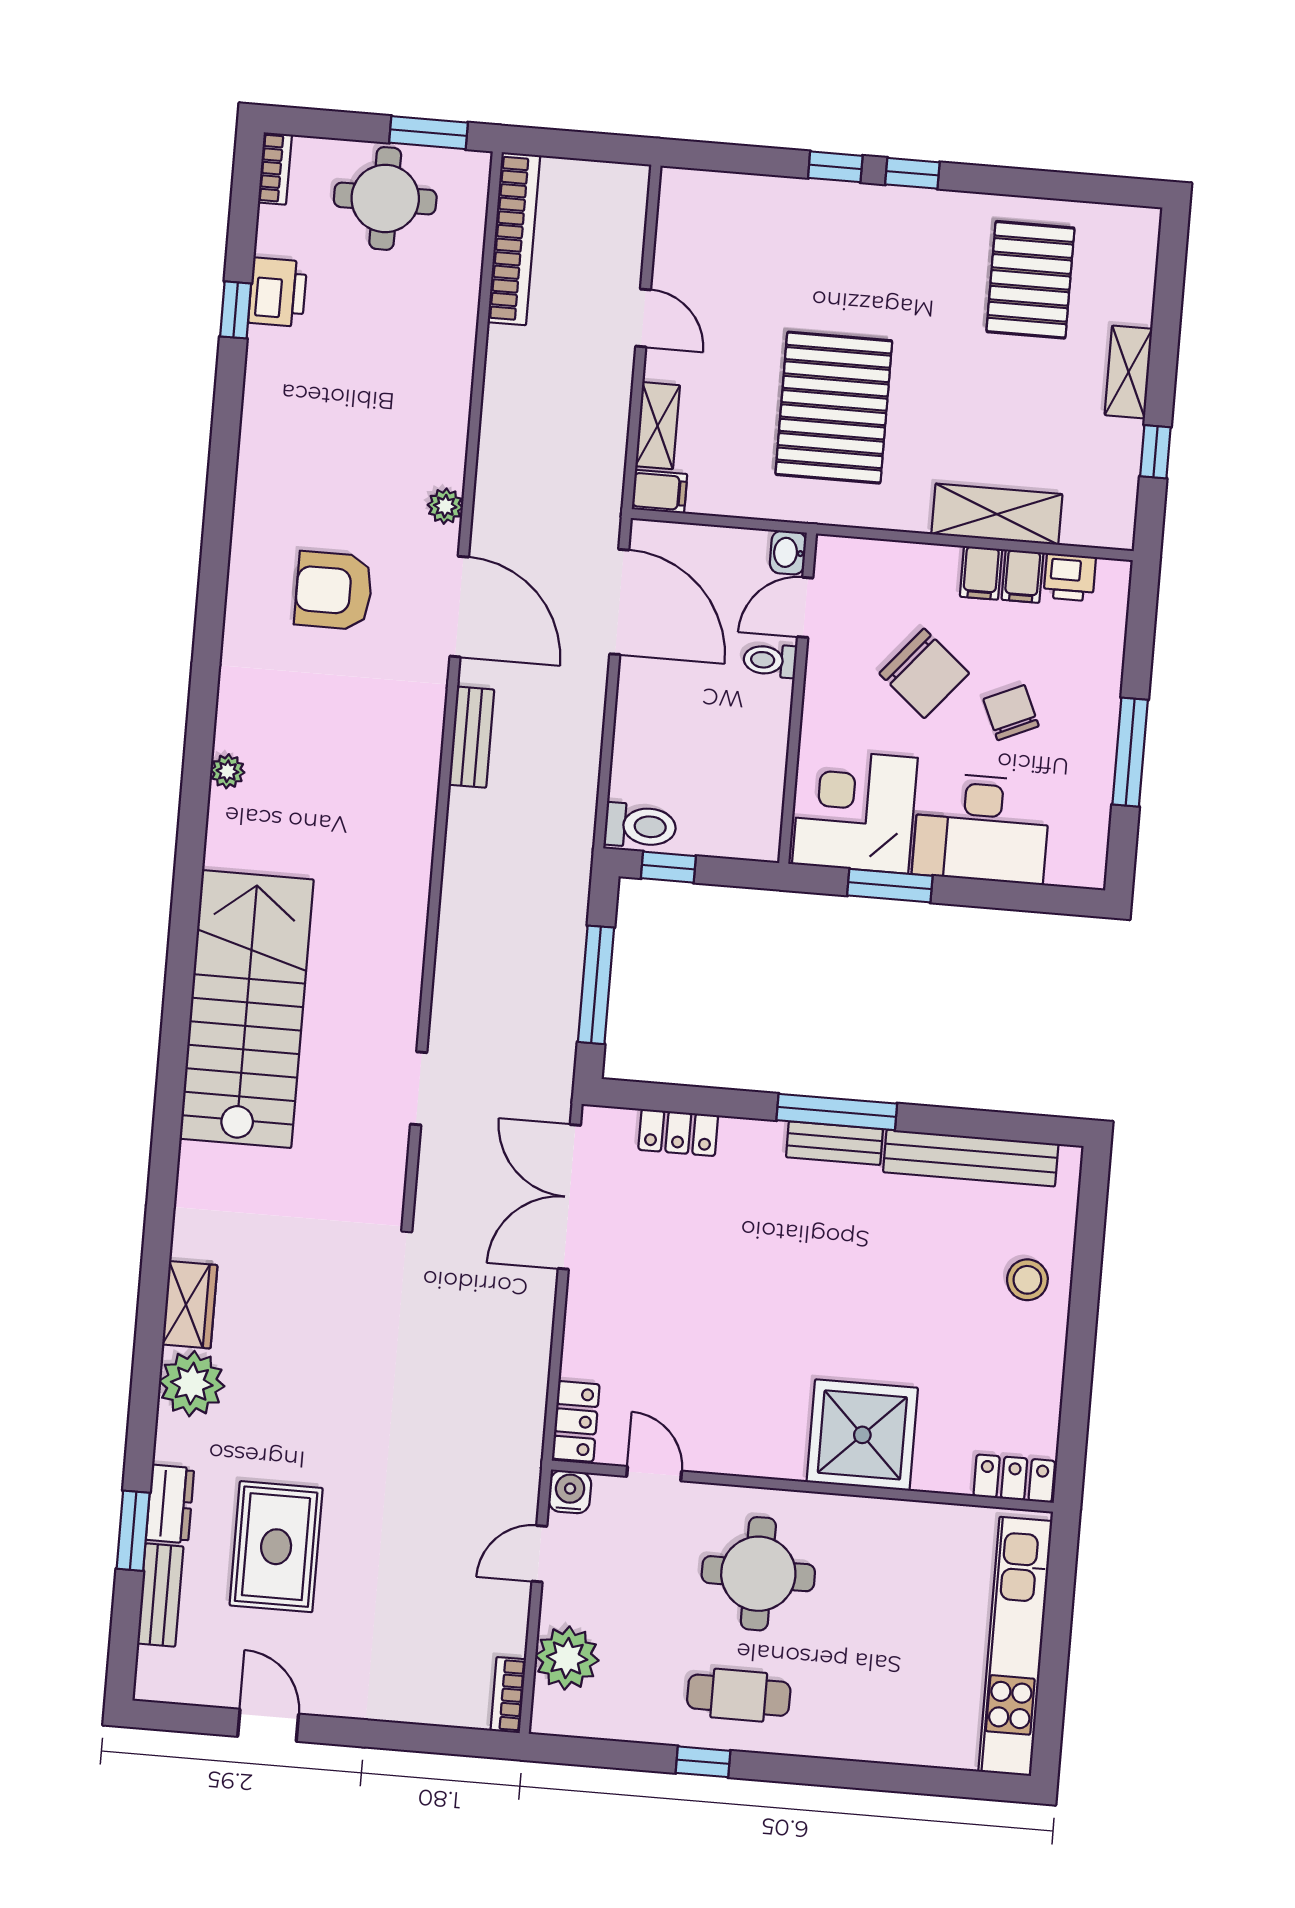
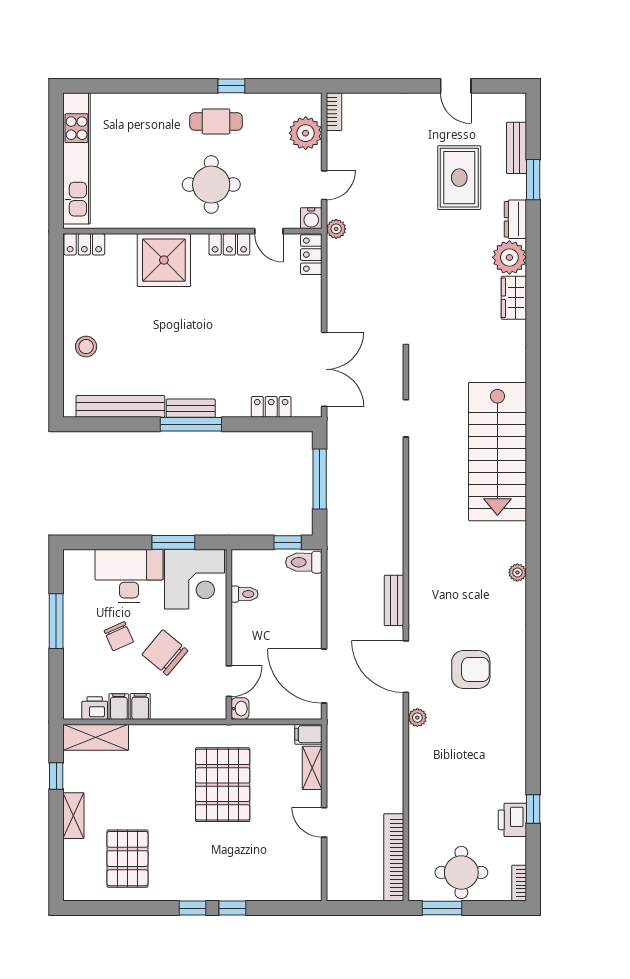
shelving: (997, 514) -> (96, 737), moved
toilet: (770, 660) -> (244, 594), moved
locker: (733, 1455) -> (229, 244), added
plant: (523, 1467) -> (336, 229), added
dresser: (170, 1504) -> (515, 219), moved

